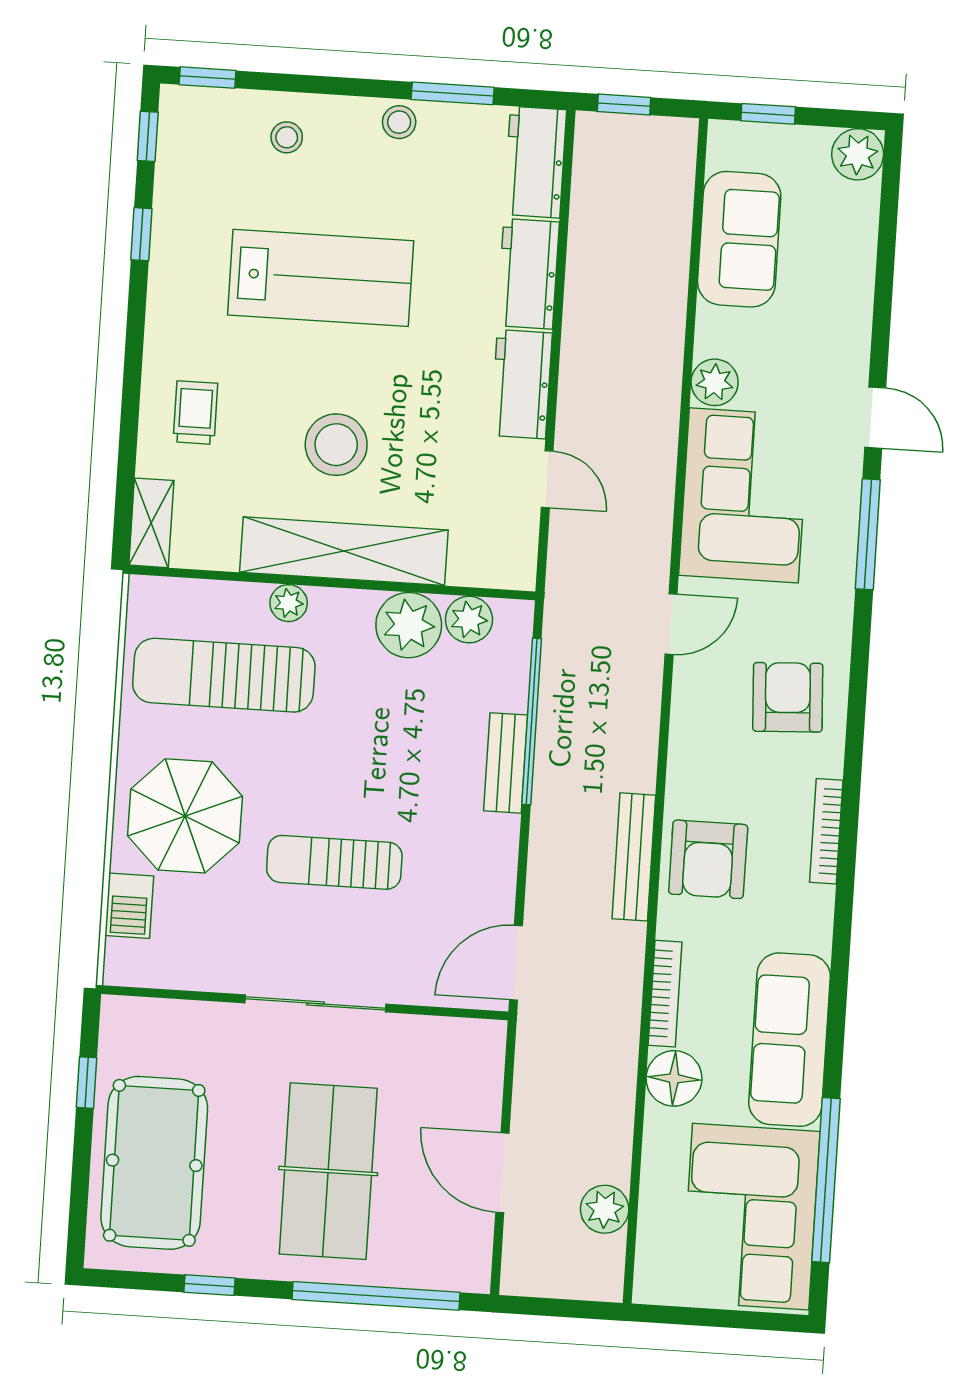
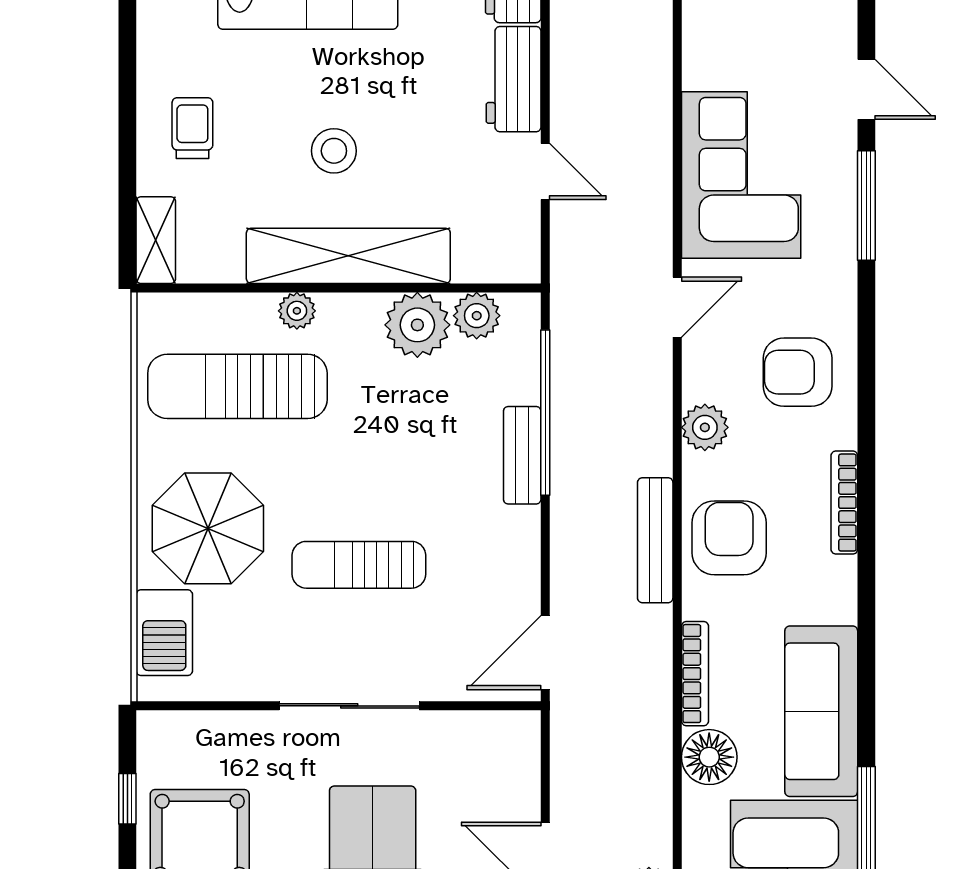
plant: (715, 382) -> (705, 427), moved
stool: (336, 445) -> (334, 151), width x0.73, depth x0.73
armchair: (788, 697) -> (798, 372), turned -87
armchair: (708, 859) -> (729, 538), turned 180
barbecue: (129, 906) -> (164, 633), width x1.38, depth x1.27

